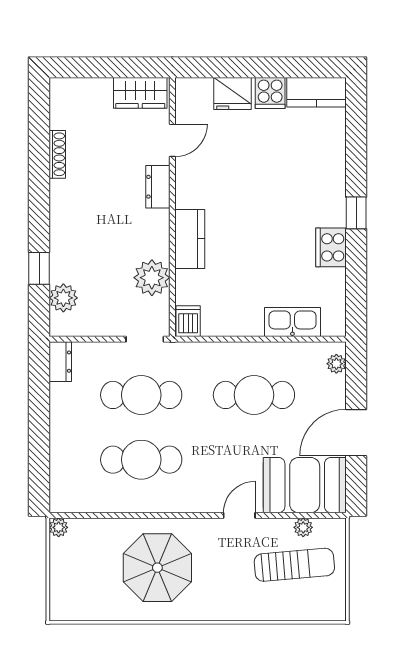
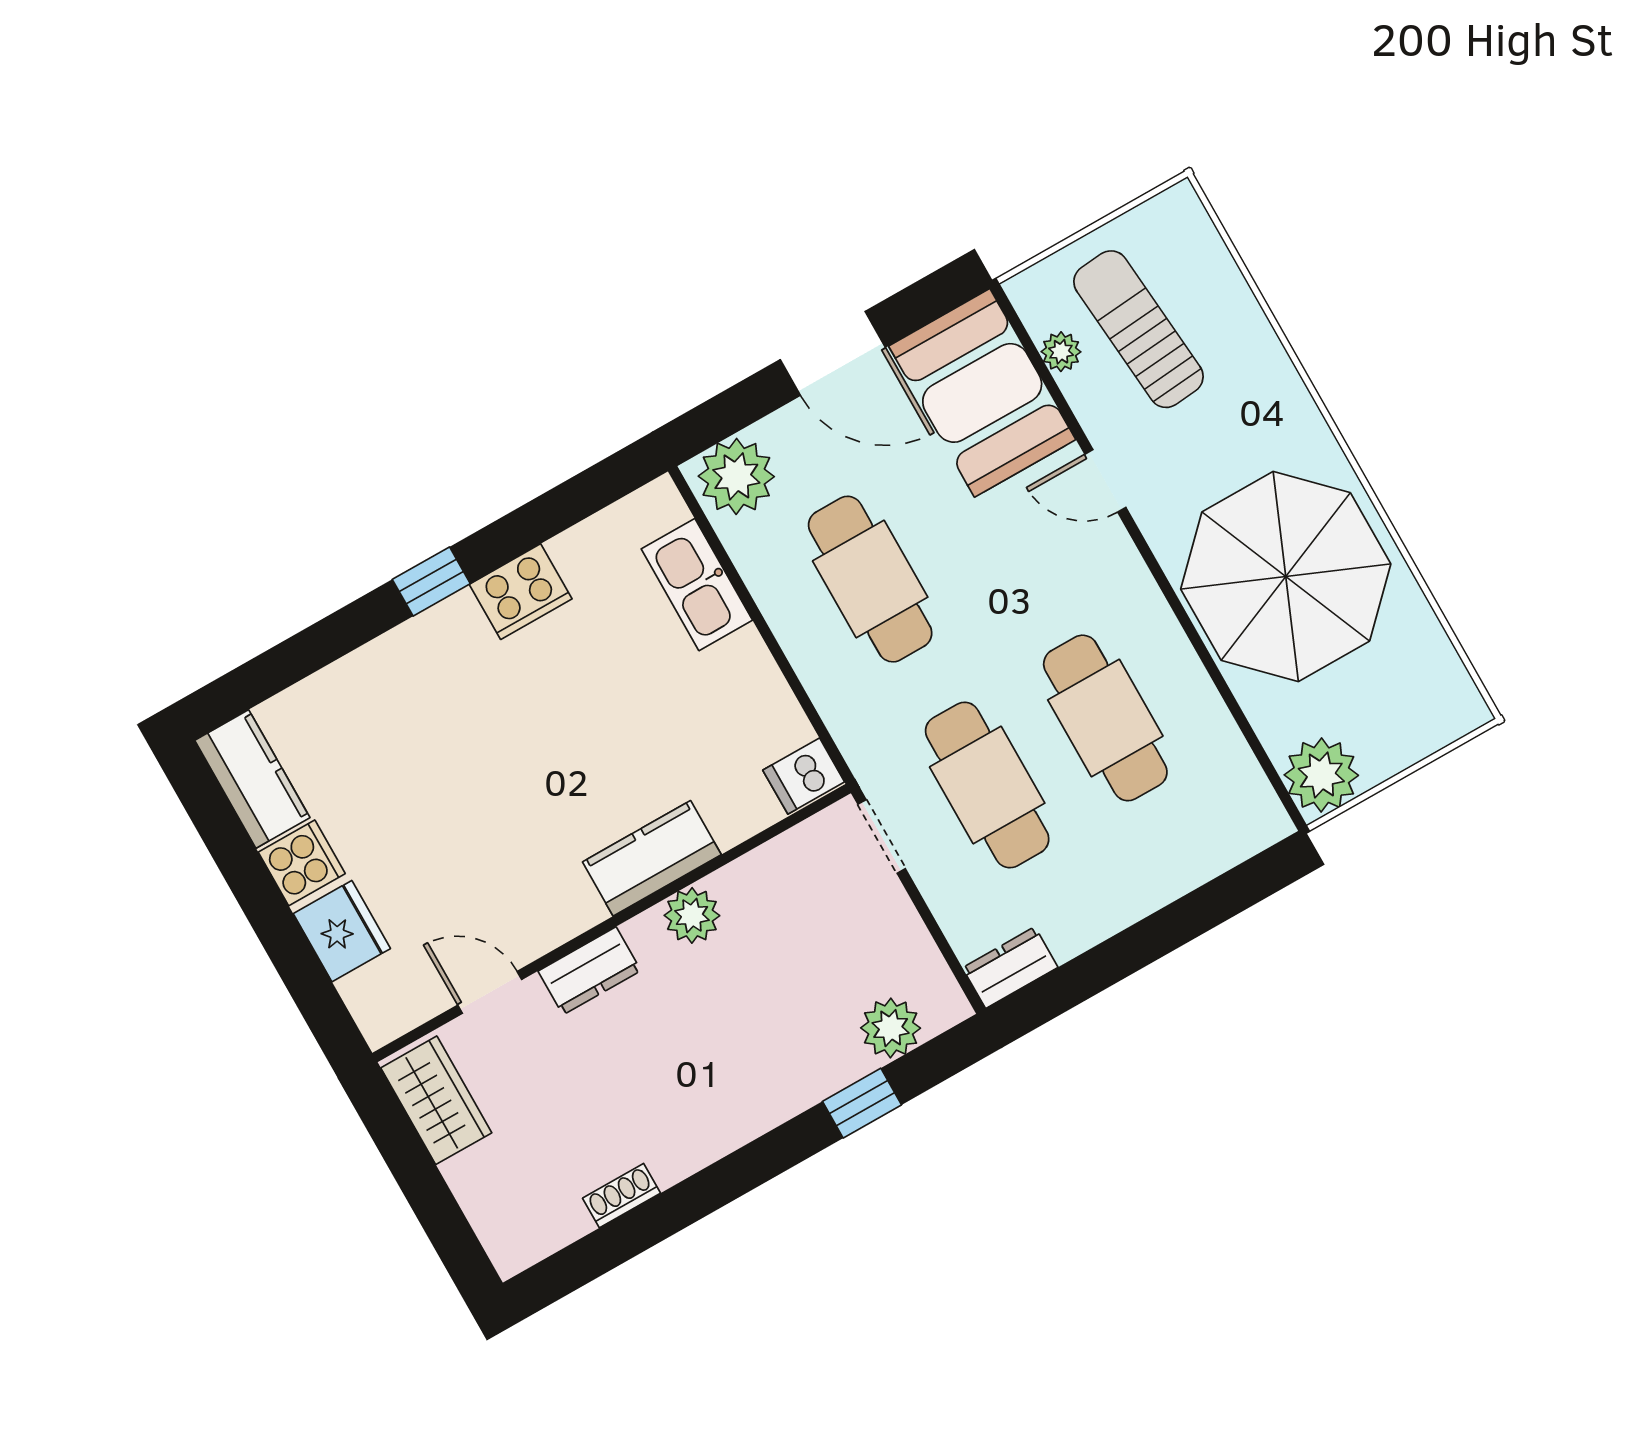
shoe rack: (57, 154) -> (622, 1196), width x0.70
plant: (152, 278) -> (692, 915), moved, width x0.73, depth x0.73
plant: (336, 364) -> (736, 476), width x1.87, depth x1.87
plant: (59, 527) -> (1321, 775), width x1.88, depth x1.88
parasol: (157, 568) -> (1286, 576), width x1.36, depth x1.36

